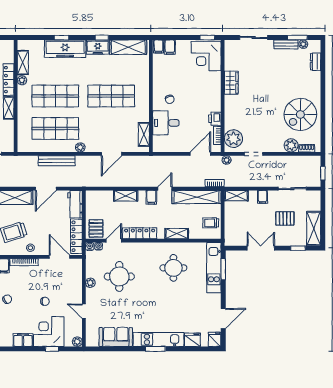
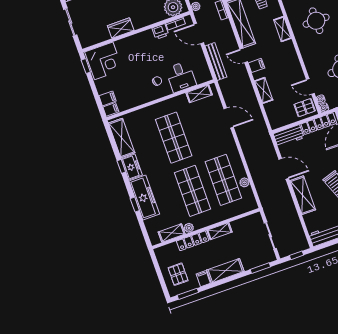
plant: (80, 147) -> (244, 182), moved
bench: (57, 161) -> (216, 61), moved
locker: (140, 233) -> (295, 64), removed

